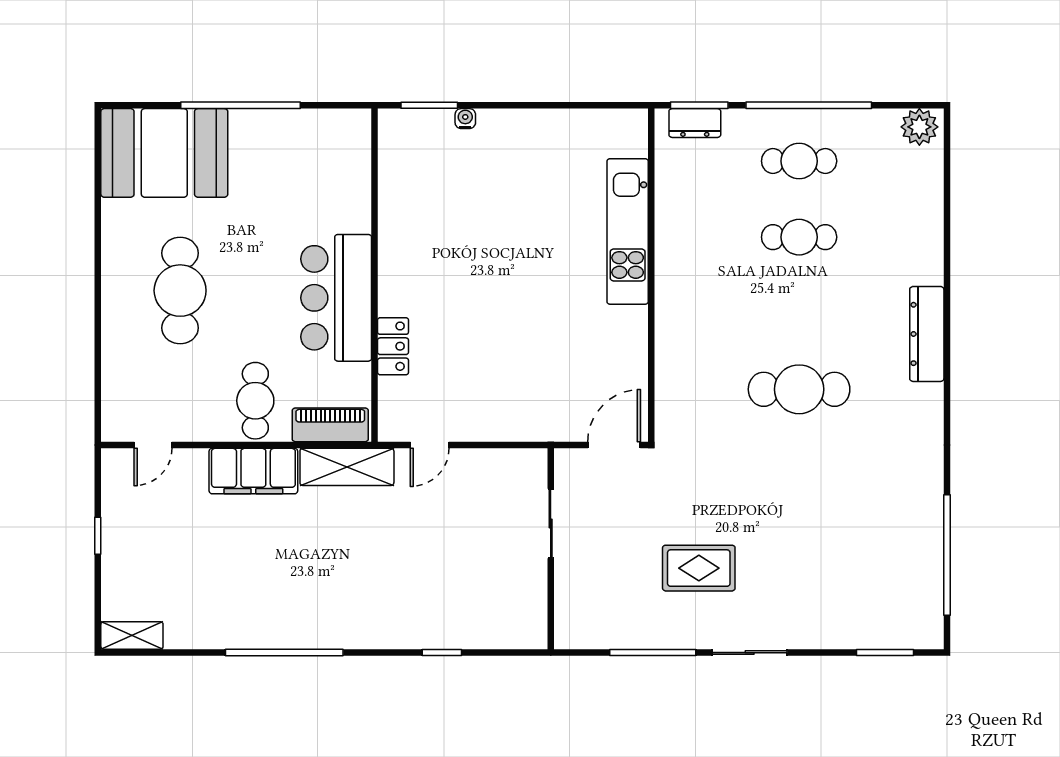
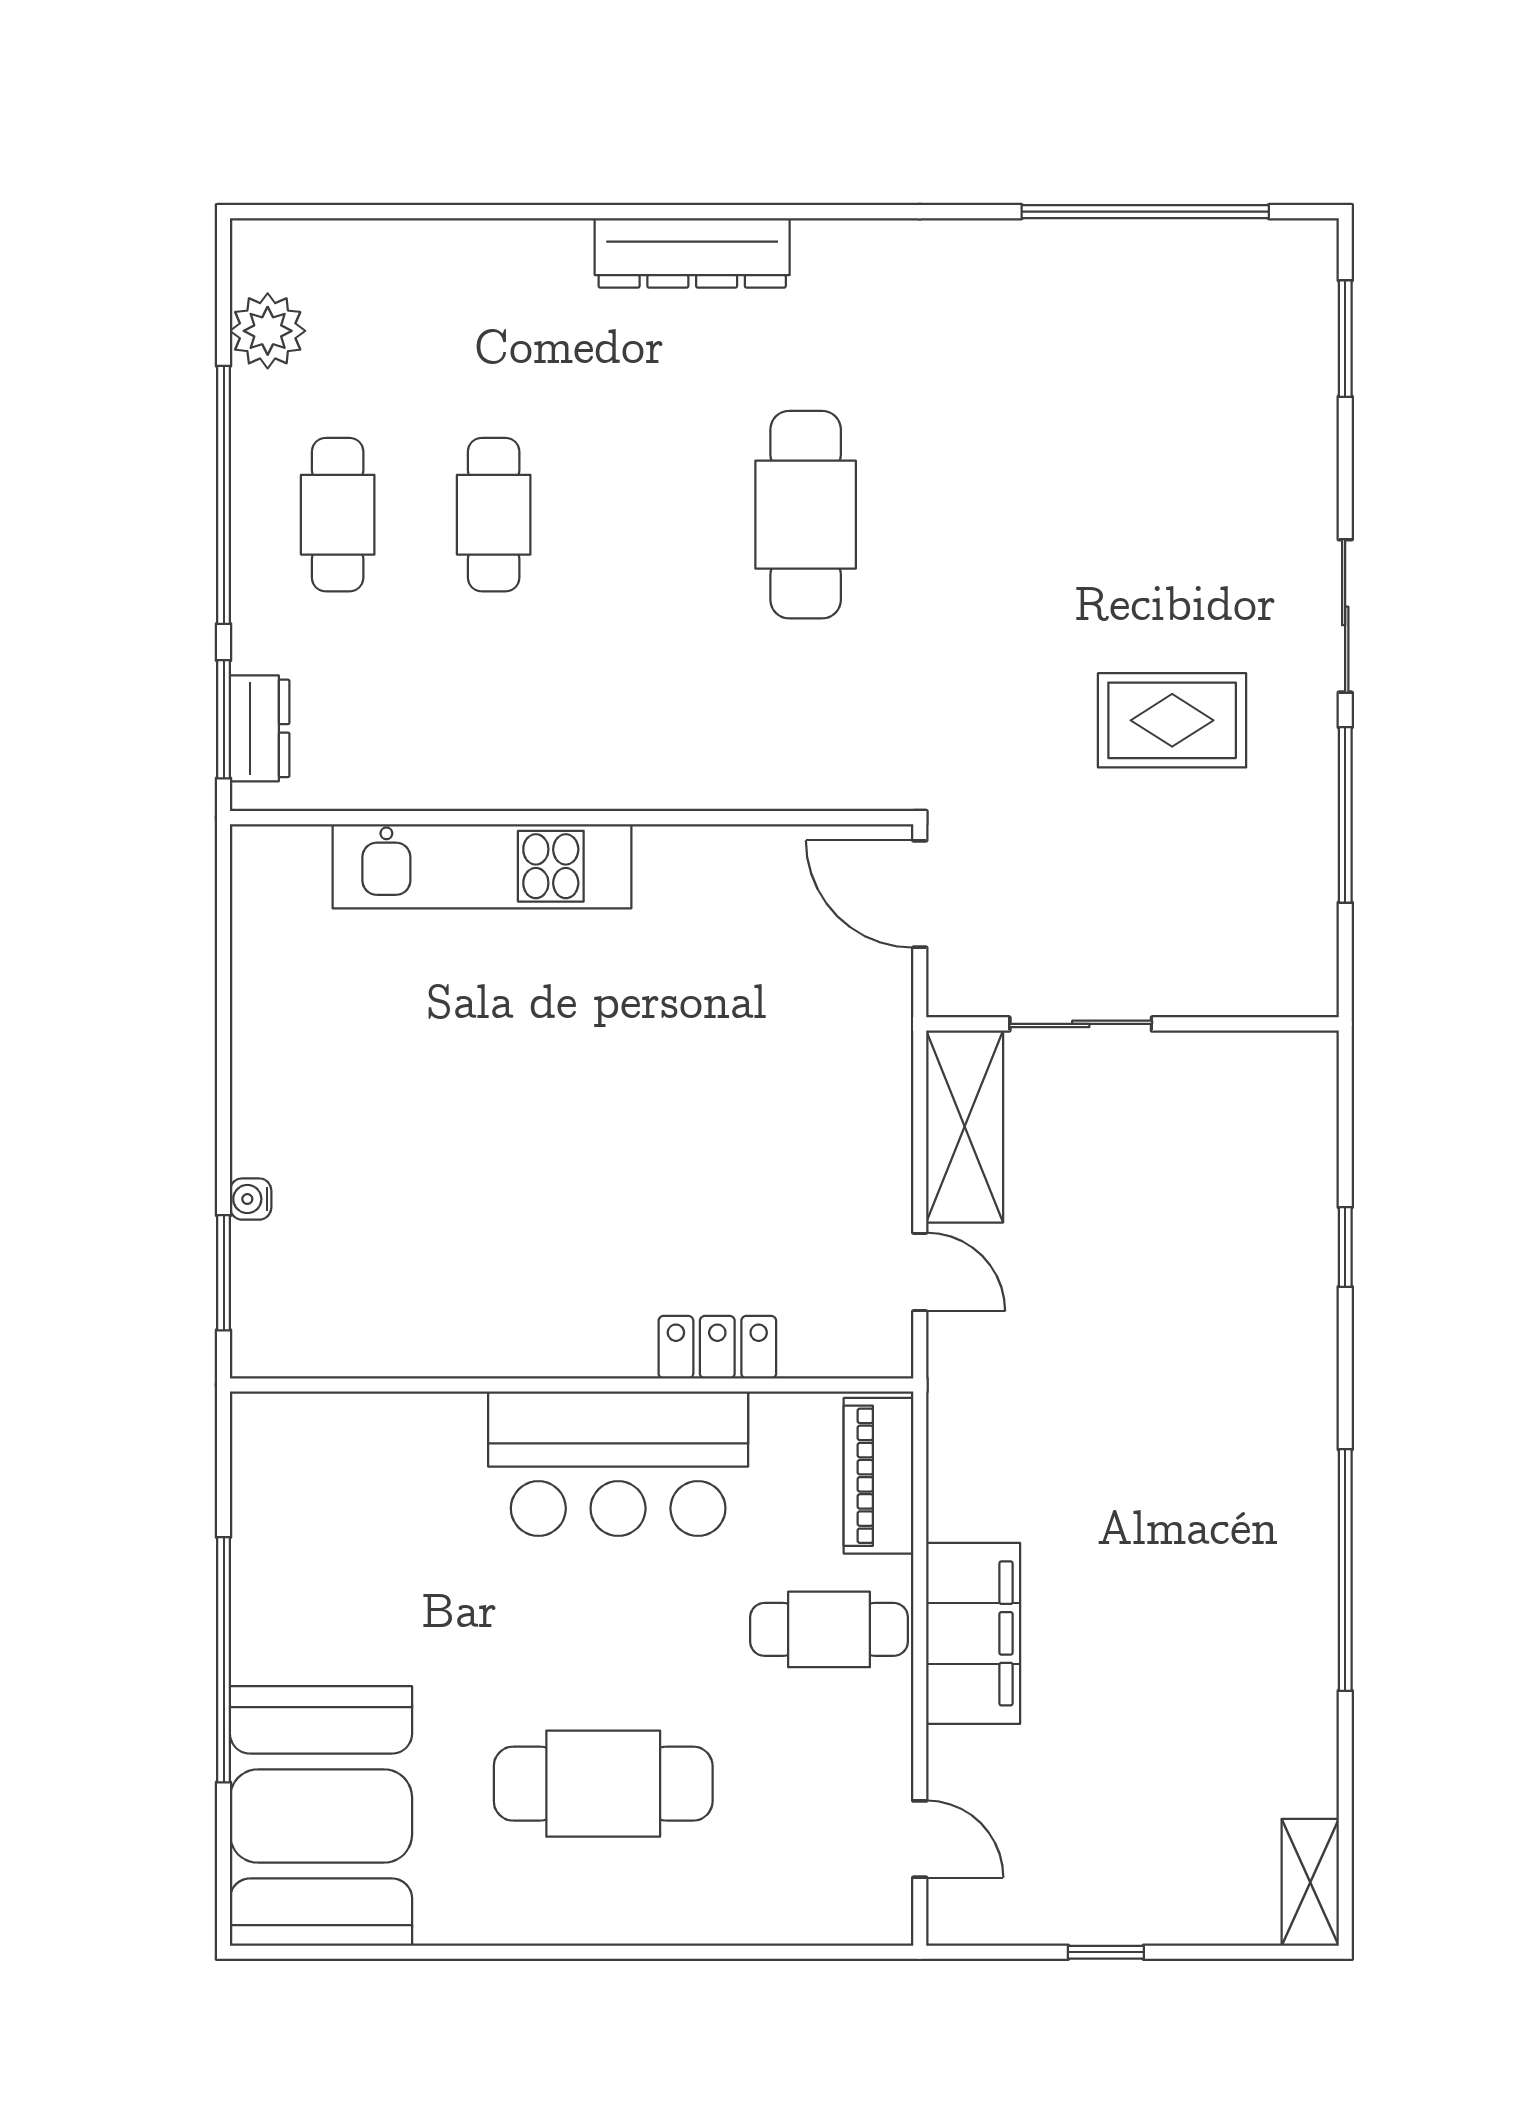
plant: (919, 127) -> (268, 331), moved
shelving: (347, 467) -> (965, 1126), moved
rug: (699, 568) -> (1172, 720), turned 90

